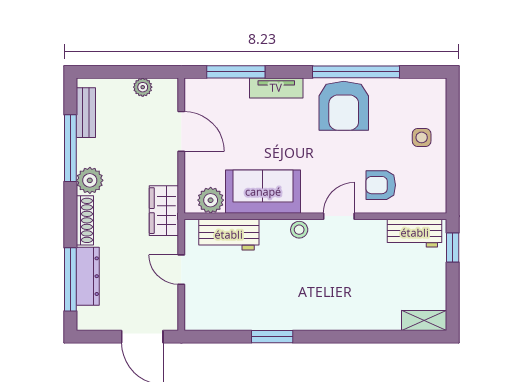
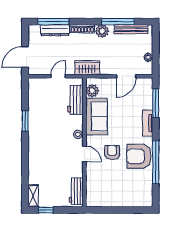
bench: (86, 113) -> (131, 29), width x1.36
side table: (422, 137) -> (123, 195), removed
armchair: (381, 185) -> (112, 152), moved
window: (453, 248) -> (46, 210), moved

